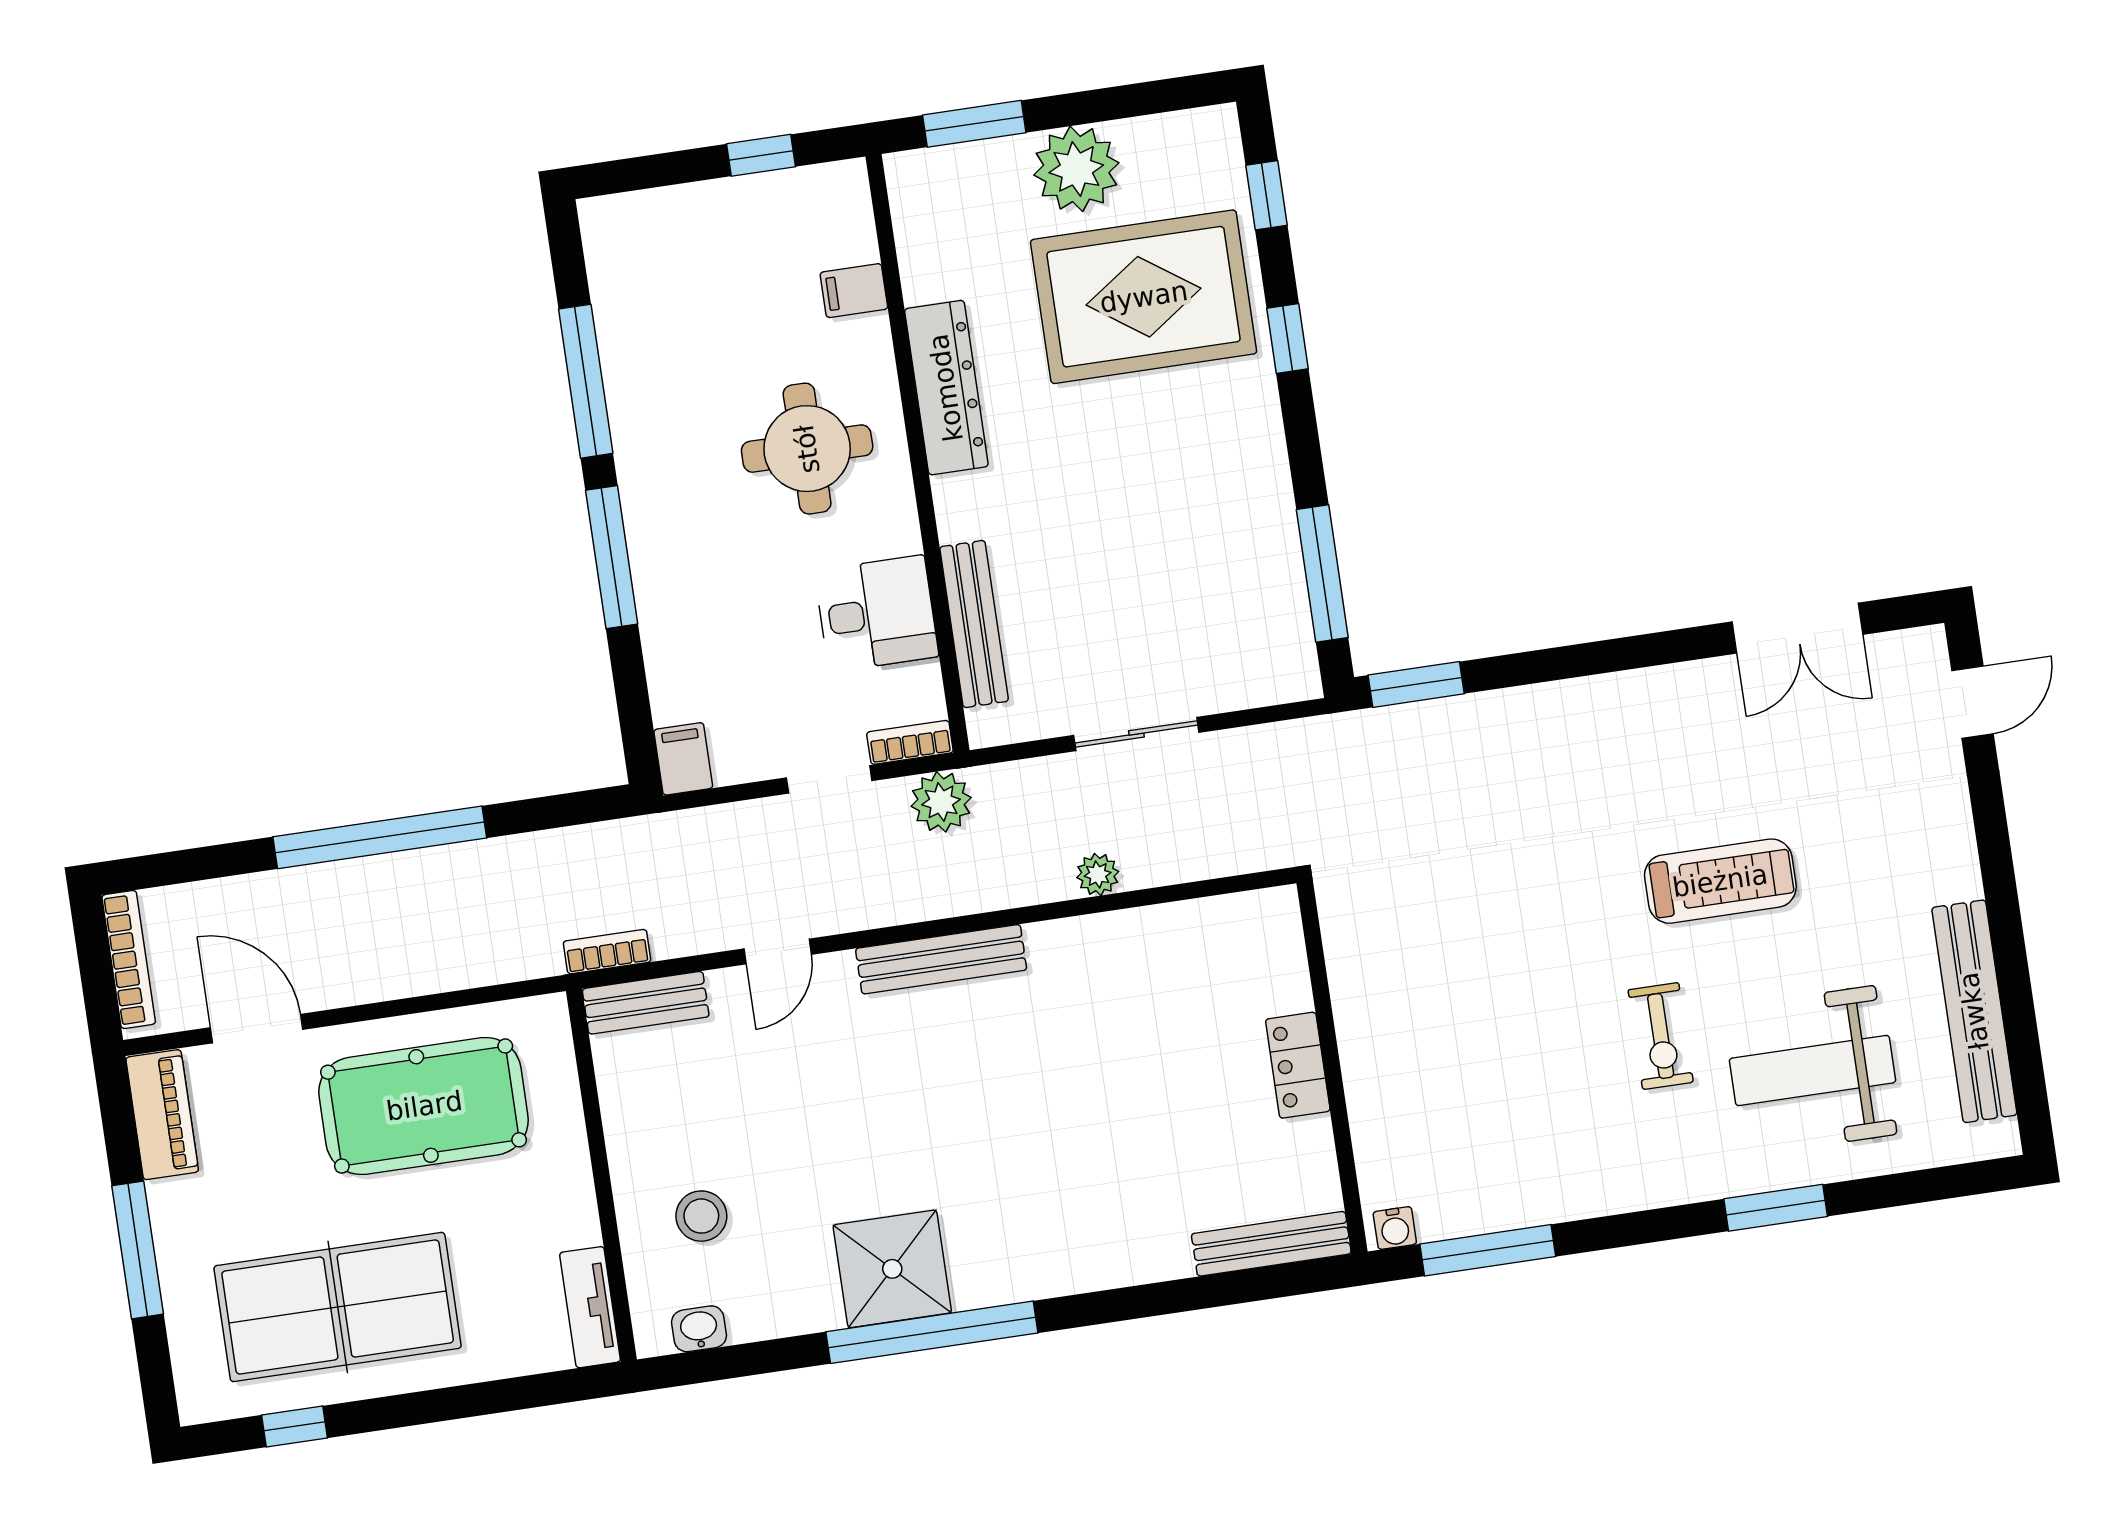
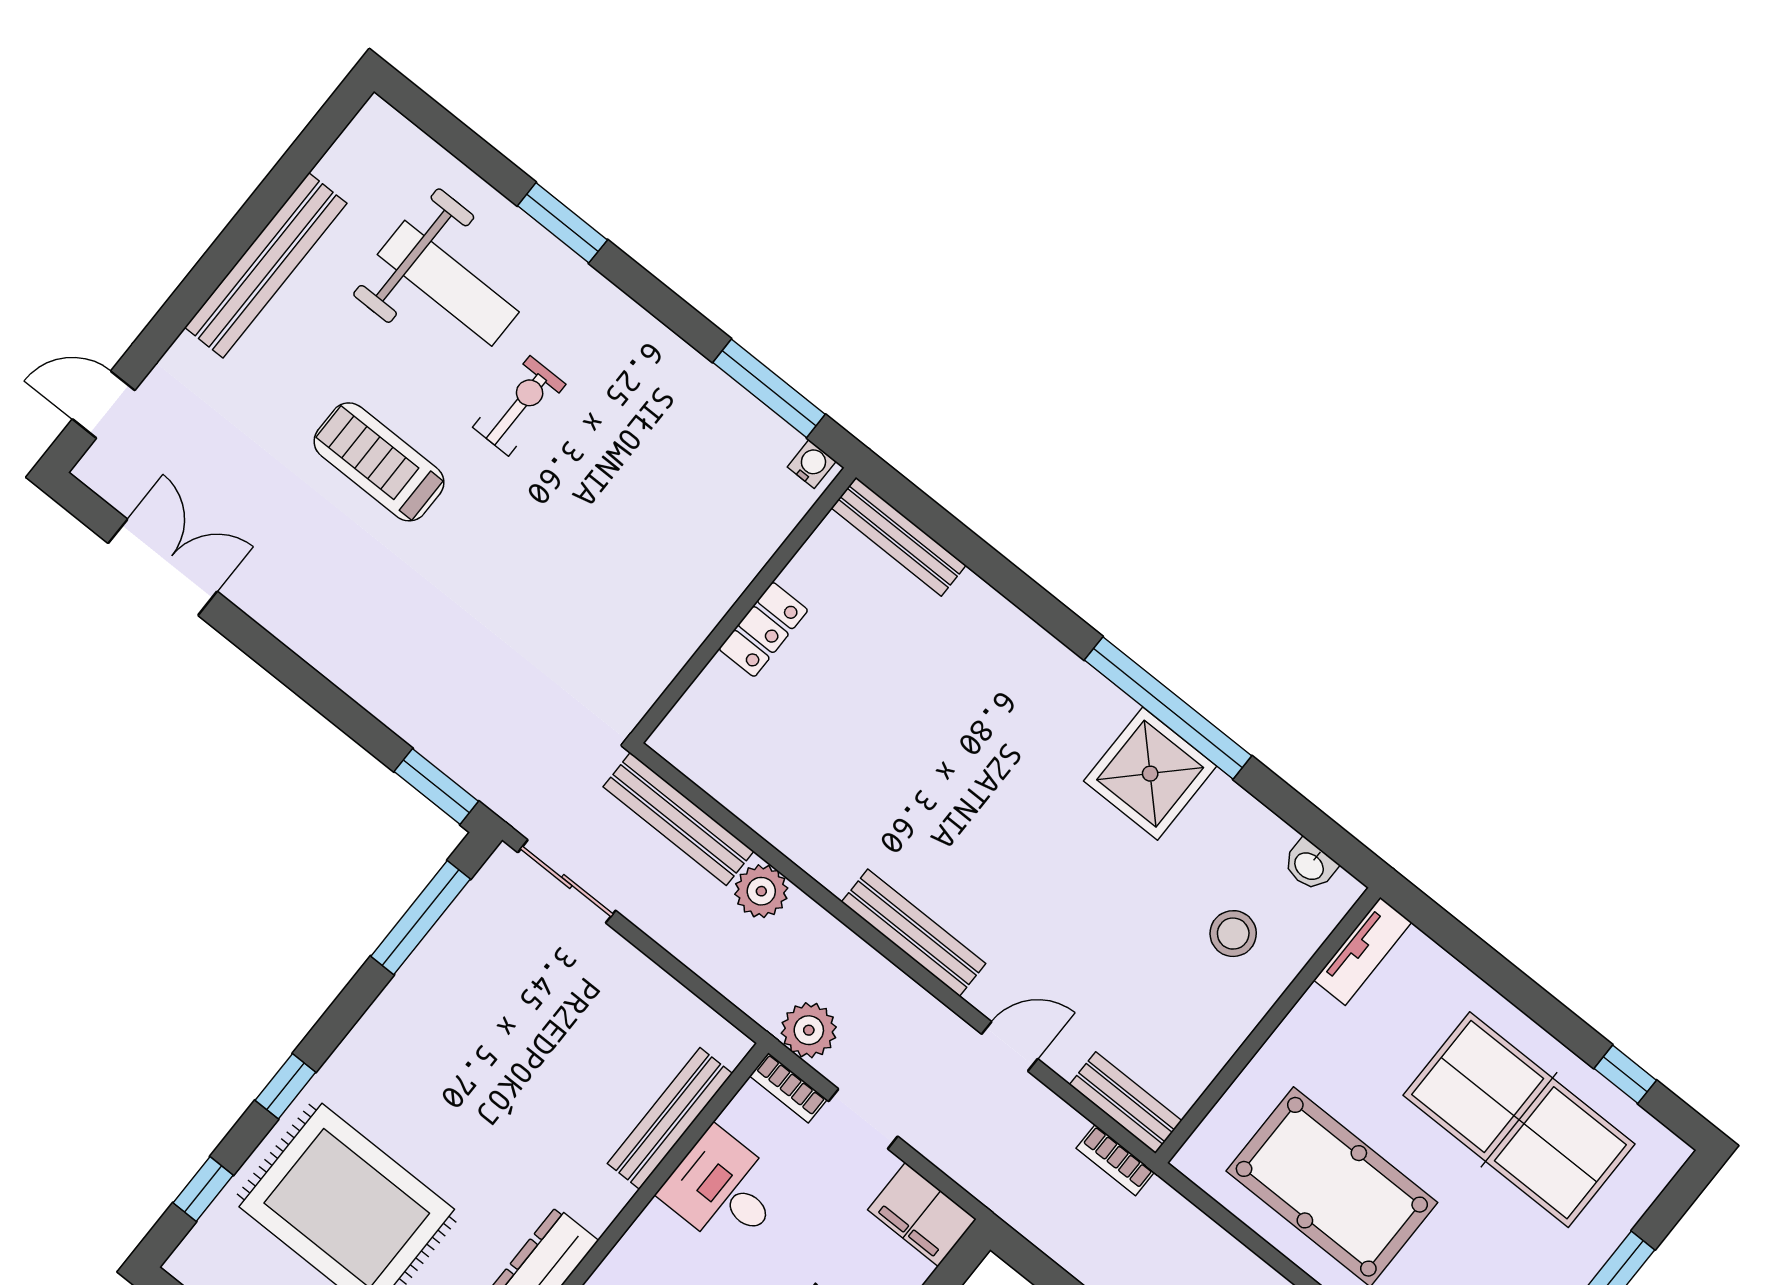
sliding door: (1136, 734) -> (567, 881), moved
filing cabinet: (683, 759) -> (922, 1214), width x2.00
bench: (1209, 855) -> (678, 819), added
plant: (1098, 874) -> (761, 891), width x1.38, depth x1.38
bench: (1974, 1011) -> (266, 265), moved

